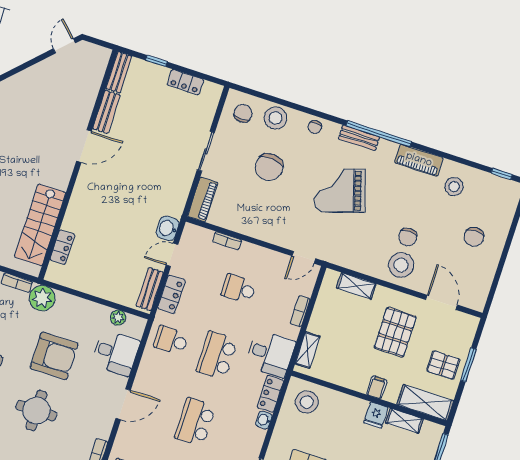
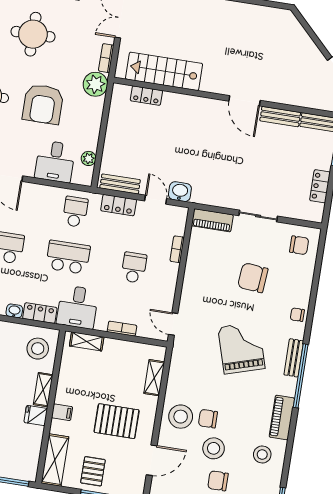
stool: (276, 118) -> (214, 448), moved
shelving: (405, 421) -> (43, 390), moved

